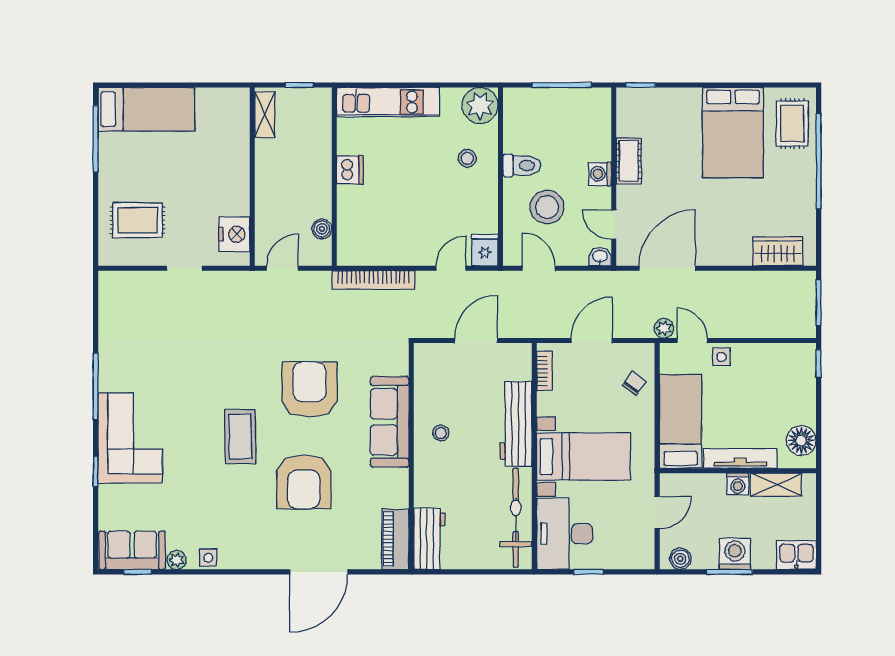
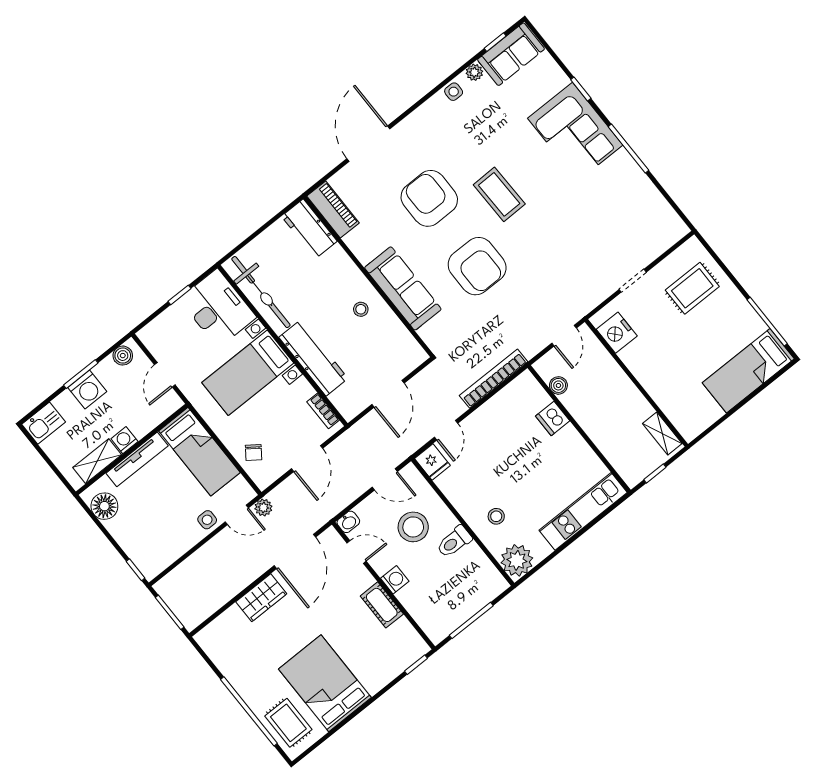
dishwasher: (350, 170) -> (553, 418), moved
wardrobe: (778, 251) -> (261, 598), moved

